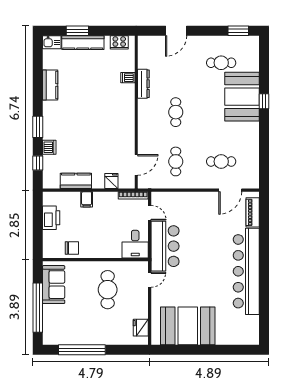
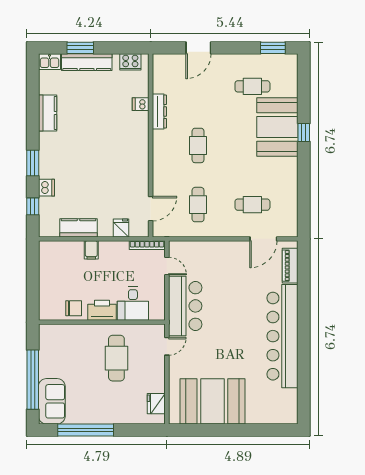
printer: (51, 218) -> (102, 310), moved, turned -90
desk: (135, 244) -> (133, 304), moved
sofa: (54, 285) -> (52, 401), moved

